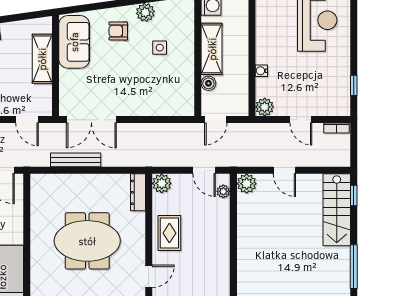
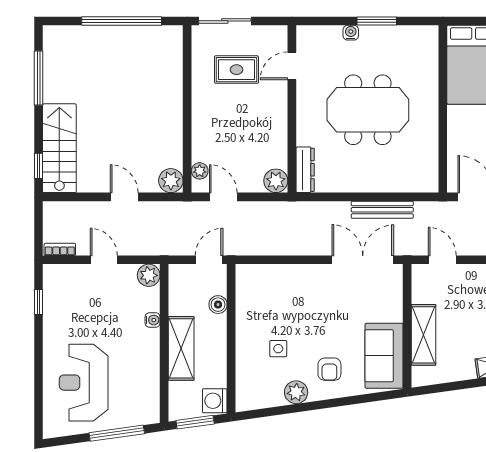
armchair: (118, 31) -> (329, 369), turned 90
shelving: (212, 49) -> (181, 348), moved
rug: (169, 233) -> (236, 70), moved, turned 90

